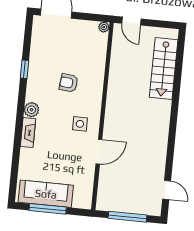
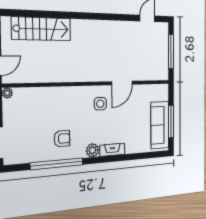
window: (24, 69) -> (57, 164), width x3.17
armchair: (69, 83) -> (62, 139), moved, turned -96
door: (99, 152) -> (122, 83), swing flipped

